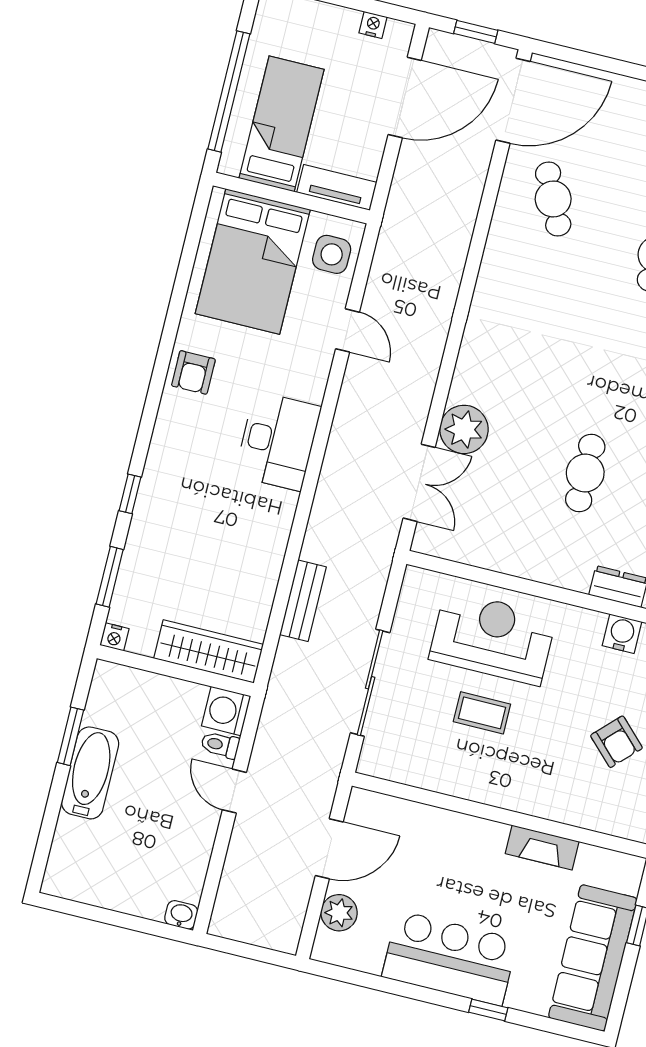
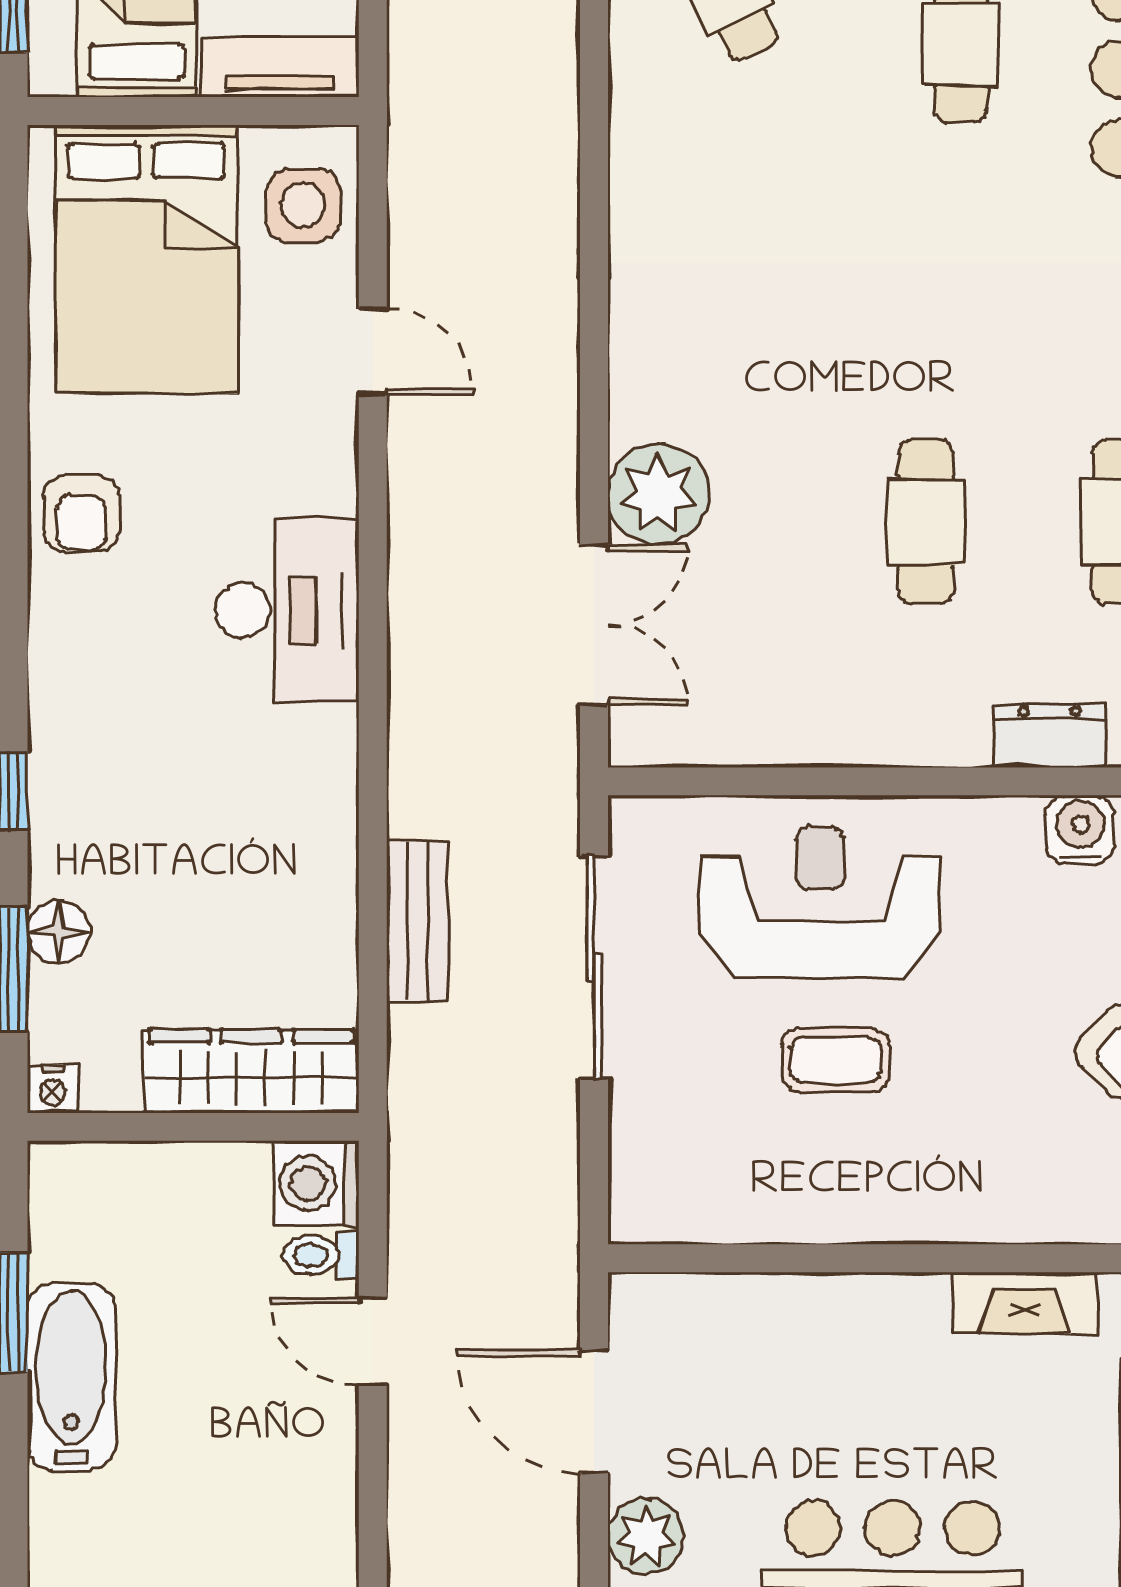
floor lamp: (135, 565) -> (59, 932), added
sliding door: (370, 683) -> (594, 967), moved
door: (329, 849) -> (594, 1411), swing flipped

